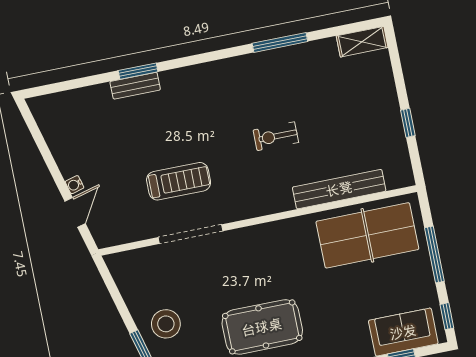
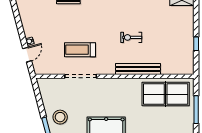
treadmill: (179, 181) -> (80, 50), turned 180
bench: (339, 189) -> (138, 69), moved

